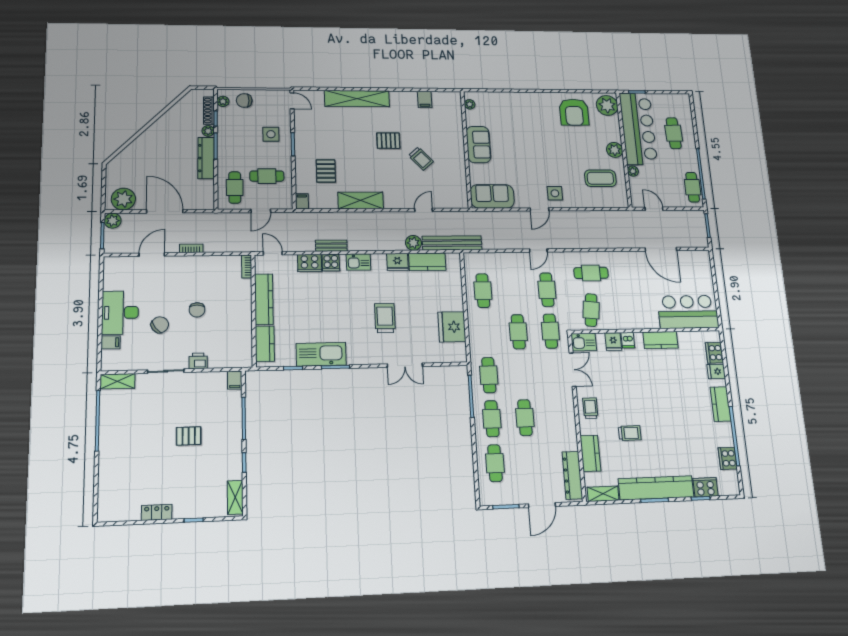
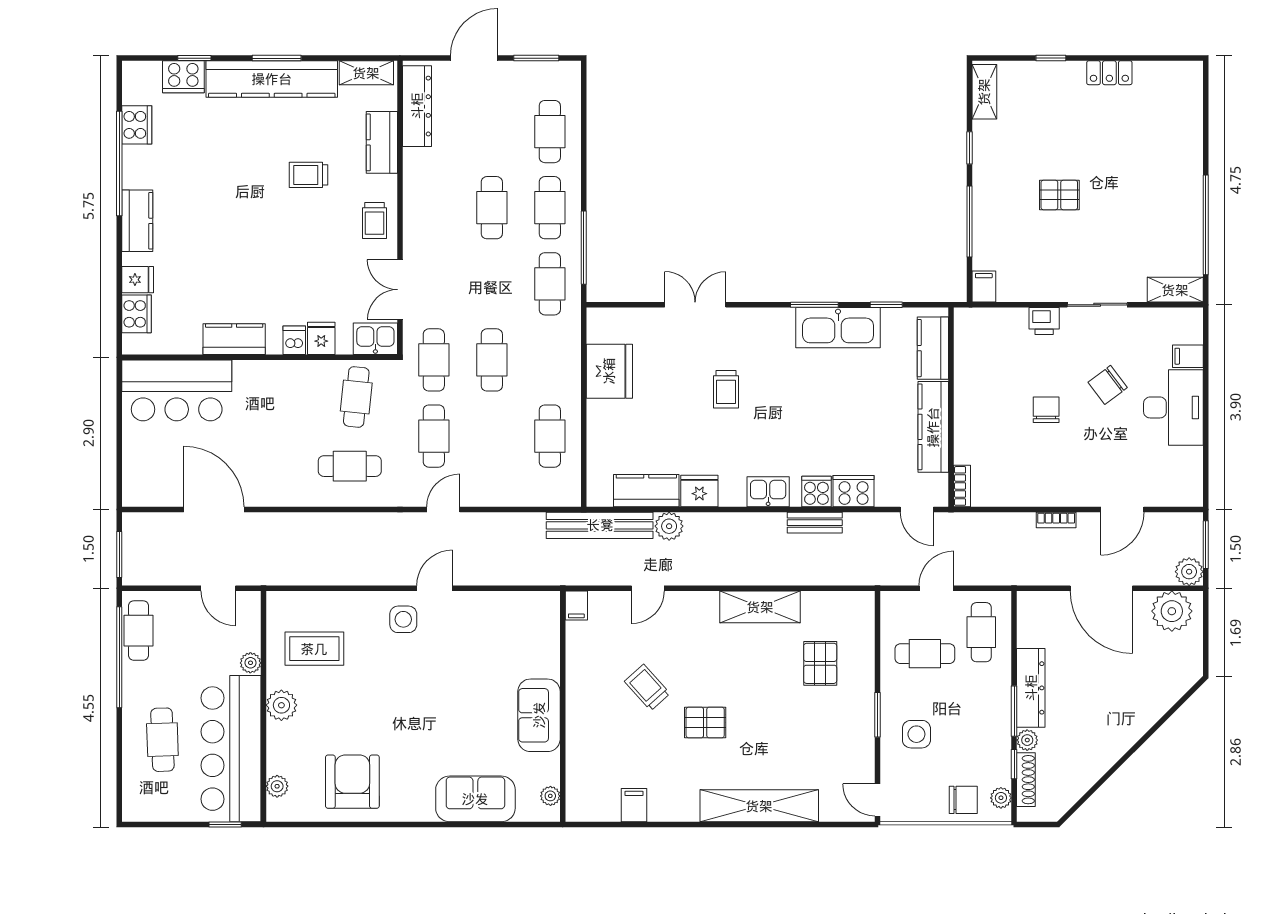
plant: (607, 105) -> (277, 786), width x0.53, depth x0.53
sofa: (492, 196) -> (475, 799), moved, turned 180
filing cabinet: (302, 201) -> (576, 606), moved
trolley: (385, 318) -> (726, 389), width x0.73, depth x0.72

